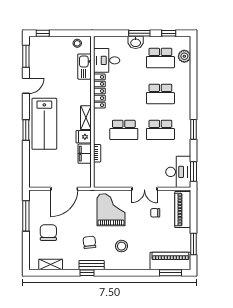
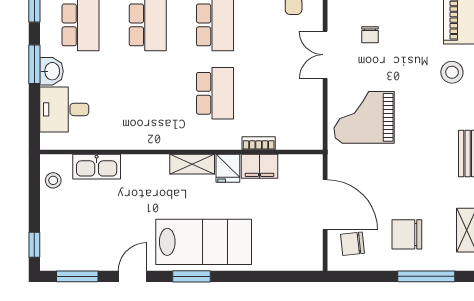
desk: (107, 60) -> (64, 109), moved, turned 90
door: (26, 86) -> (133, 276), hinge flipped
locker: (99, 91) -> (142, 139), removed
window: (26, 130) -> (192, 276), moved
double door: (144, 189) -> (325, 55), swing flipped
window: (26, 216) -> (426, 276), moved
chair: (89, 242) -> (353, 244), moved
stool: (122, 246) -> (452, 72), moved

